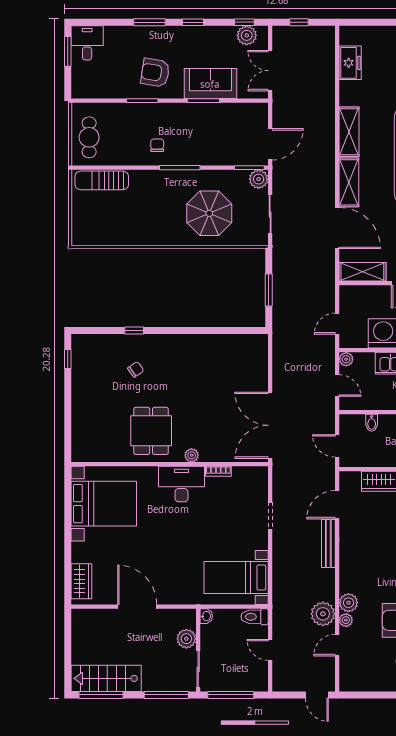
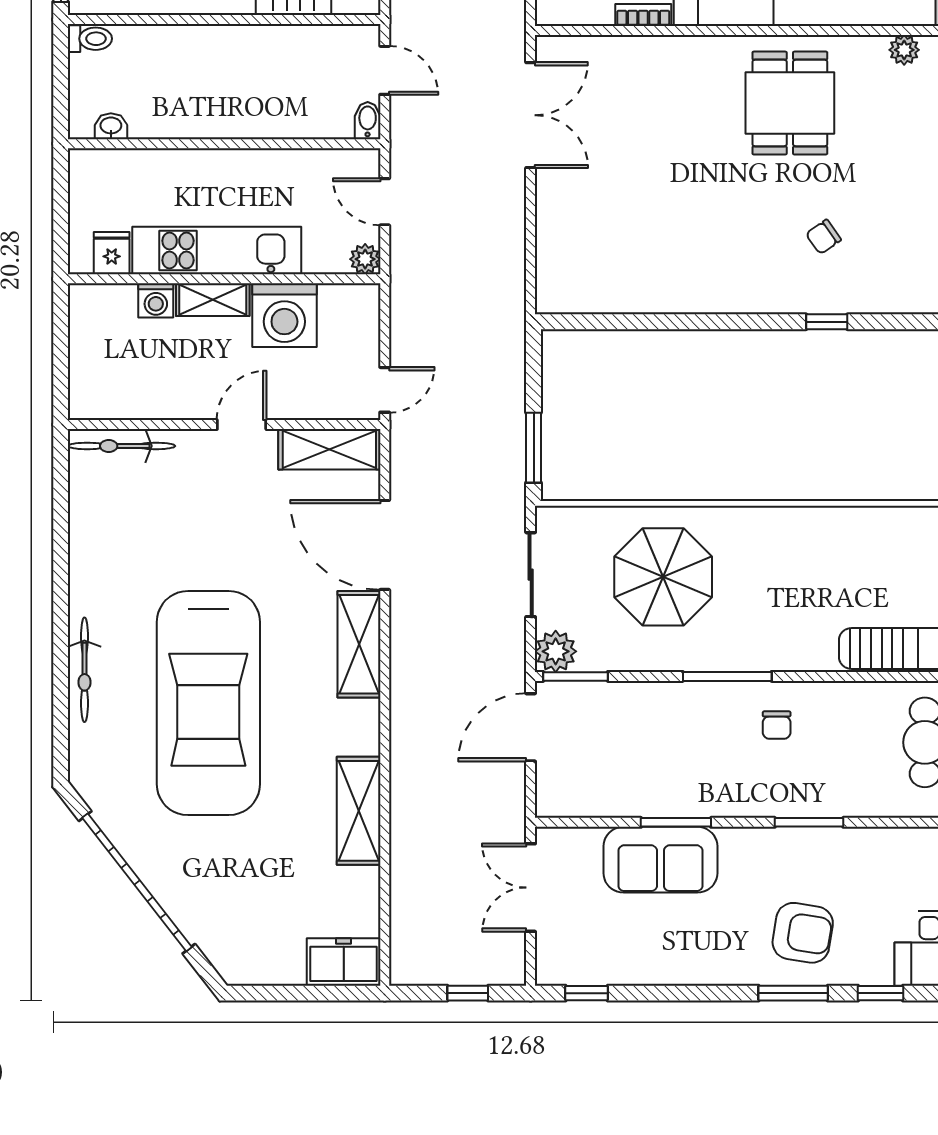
window: (193, 22) -> (880, 993), moved
plant: (247, 35) -> (581, 964), removed
freezer: (350, 63) -> (344, 962), moved, turned 90
double door: (270, 71) -> (531, 888), swing flipped
armchair: (155, 73) -> (803, 933), moved
shelving: (349, 132) -> (359, 811), moved
window: (269, 290) -> (534, 448), moved
door: (337, 324) -> (385, 390), moved
bidet: (372, 423) -> (368, 121), moved
double door: (270, 425) -> (531, 115), width x0.73
plant: (192, 455) -> (904, 50), moved

